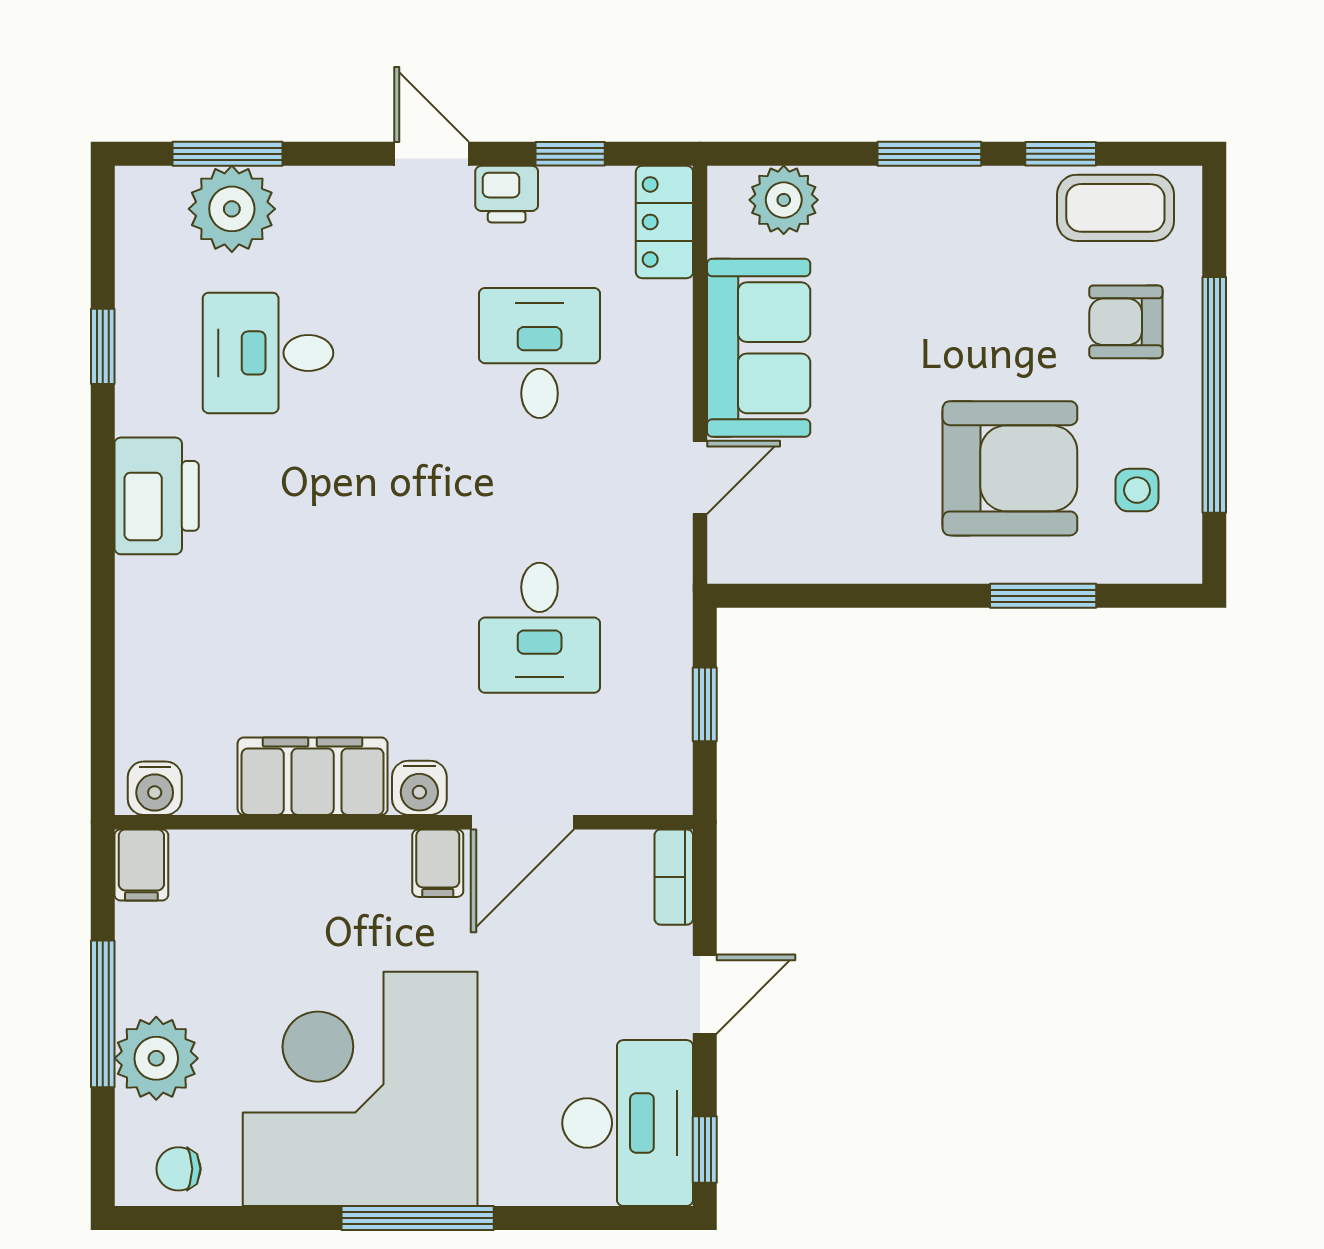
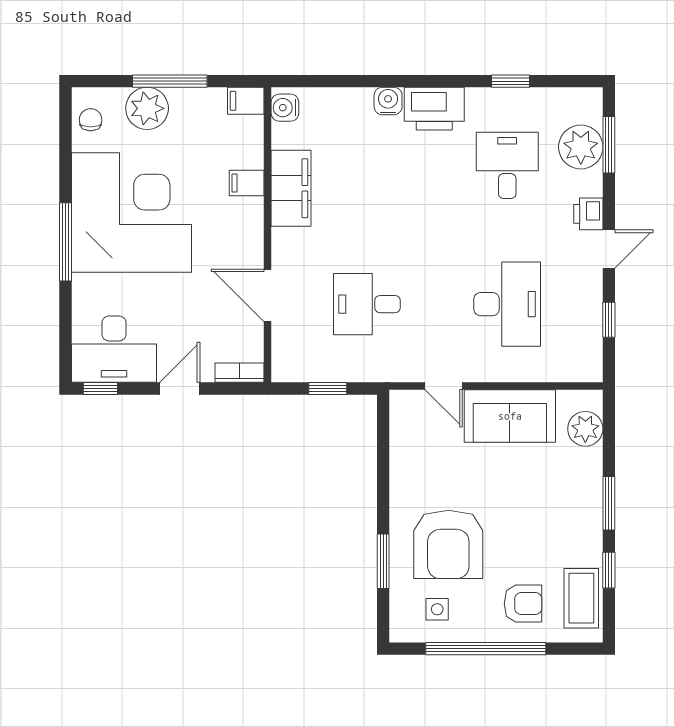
printer: (507, 194) -> (588, 214), moved
locker: (664, 222) -> (574, 368), removed
armchair: (1126, 322) -> (523, 604), turned 90
desk: (540, 353) -> (507, 304), width x1.37
water cooler: (419, 788) -> (388, 101), moved, turned 90
filing cabinet: (438, 863) -> (247, 183), moved
door: (705, 994) -> (180, 388), swing flipped

